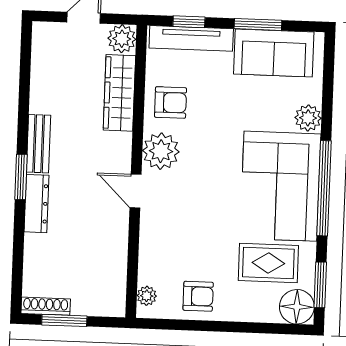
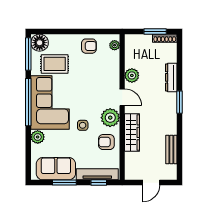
plant: (122, 39) -> (132, 75), moved
wardrobe: (119, 93) -> (132, 132), moved
side table: (217, 138) -> (83, 125), added
bench: (39, 144) -> (171, 150), moved
dresser: (36, 204) -> (171, 77), moved
window: (320, 285) -> (28, 54), width x1.44
armchair: (198, 296) -> (89, 46), turned 180

